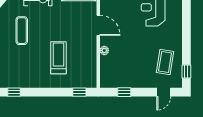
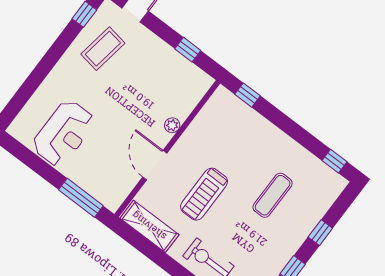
exercise mat: (22, 31) -> (273, 195), moved
treadmill: (58, 58) -> (204, 194), moved

